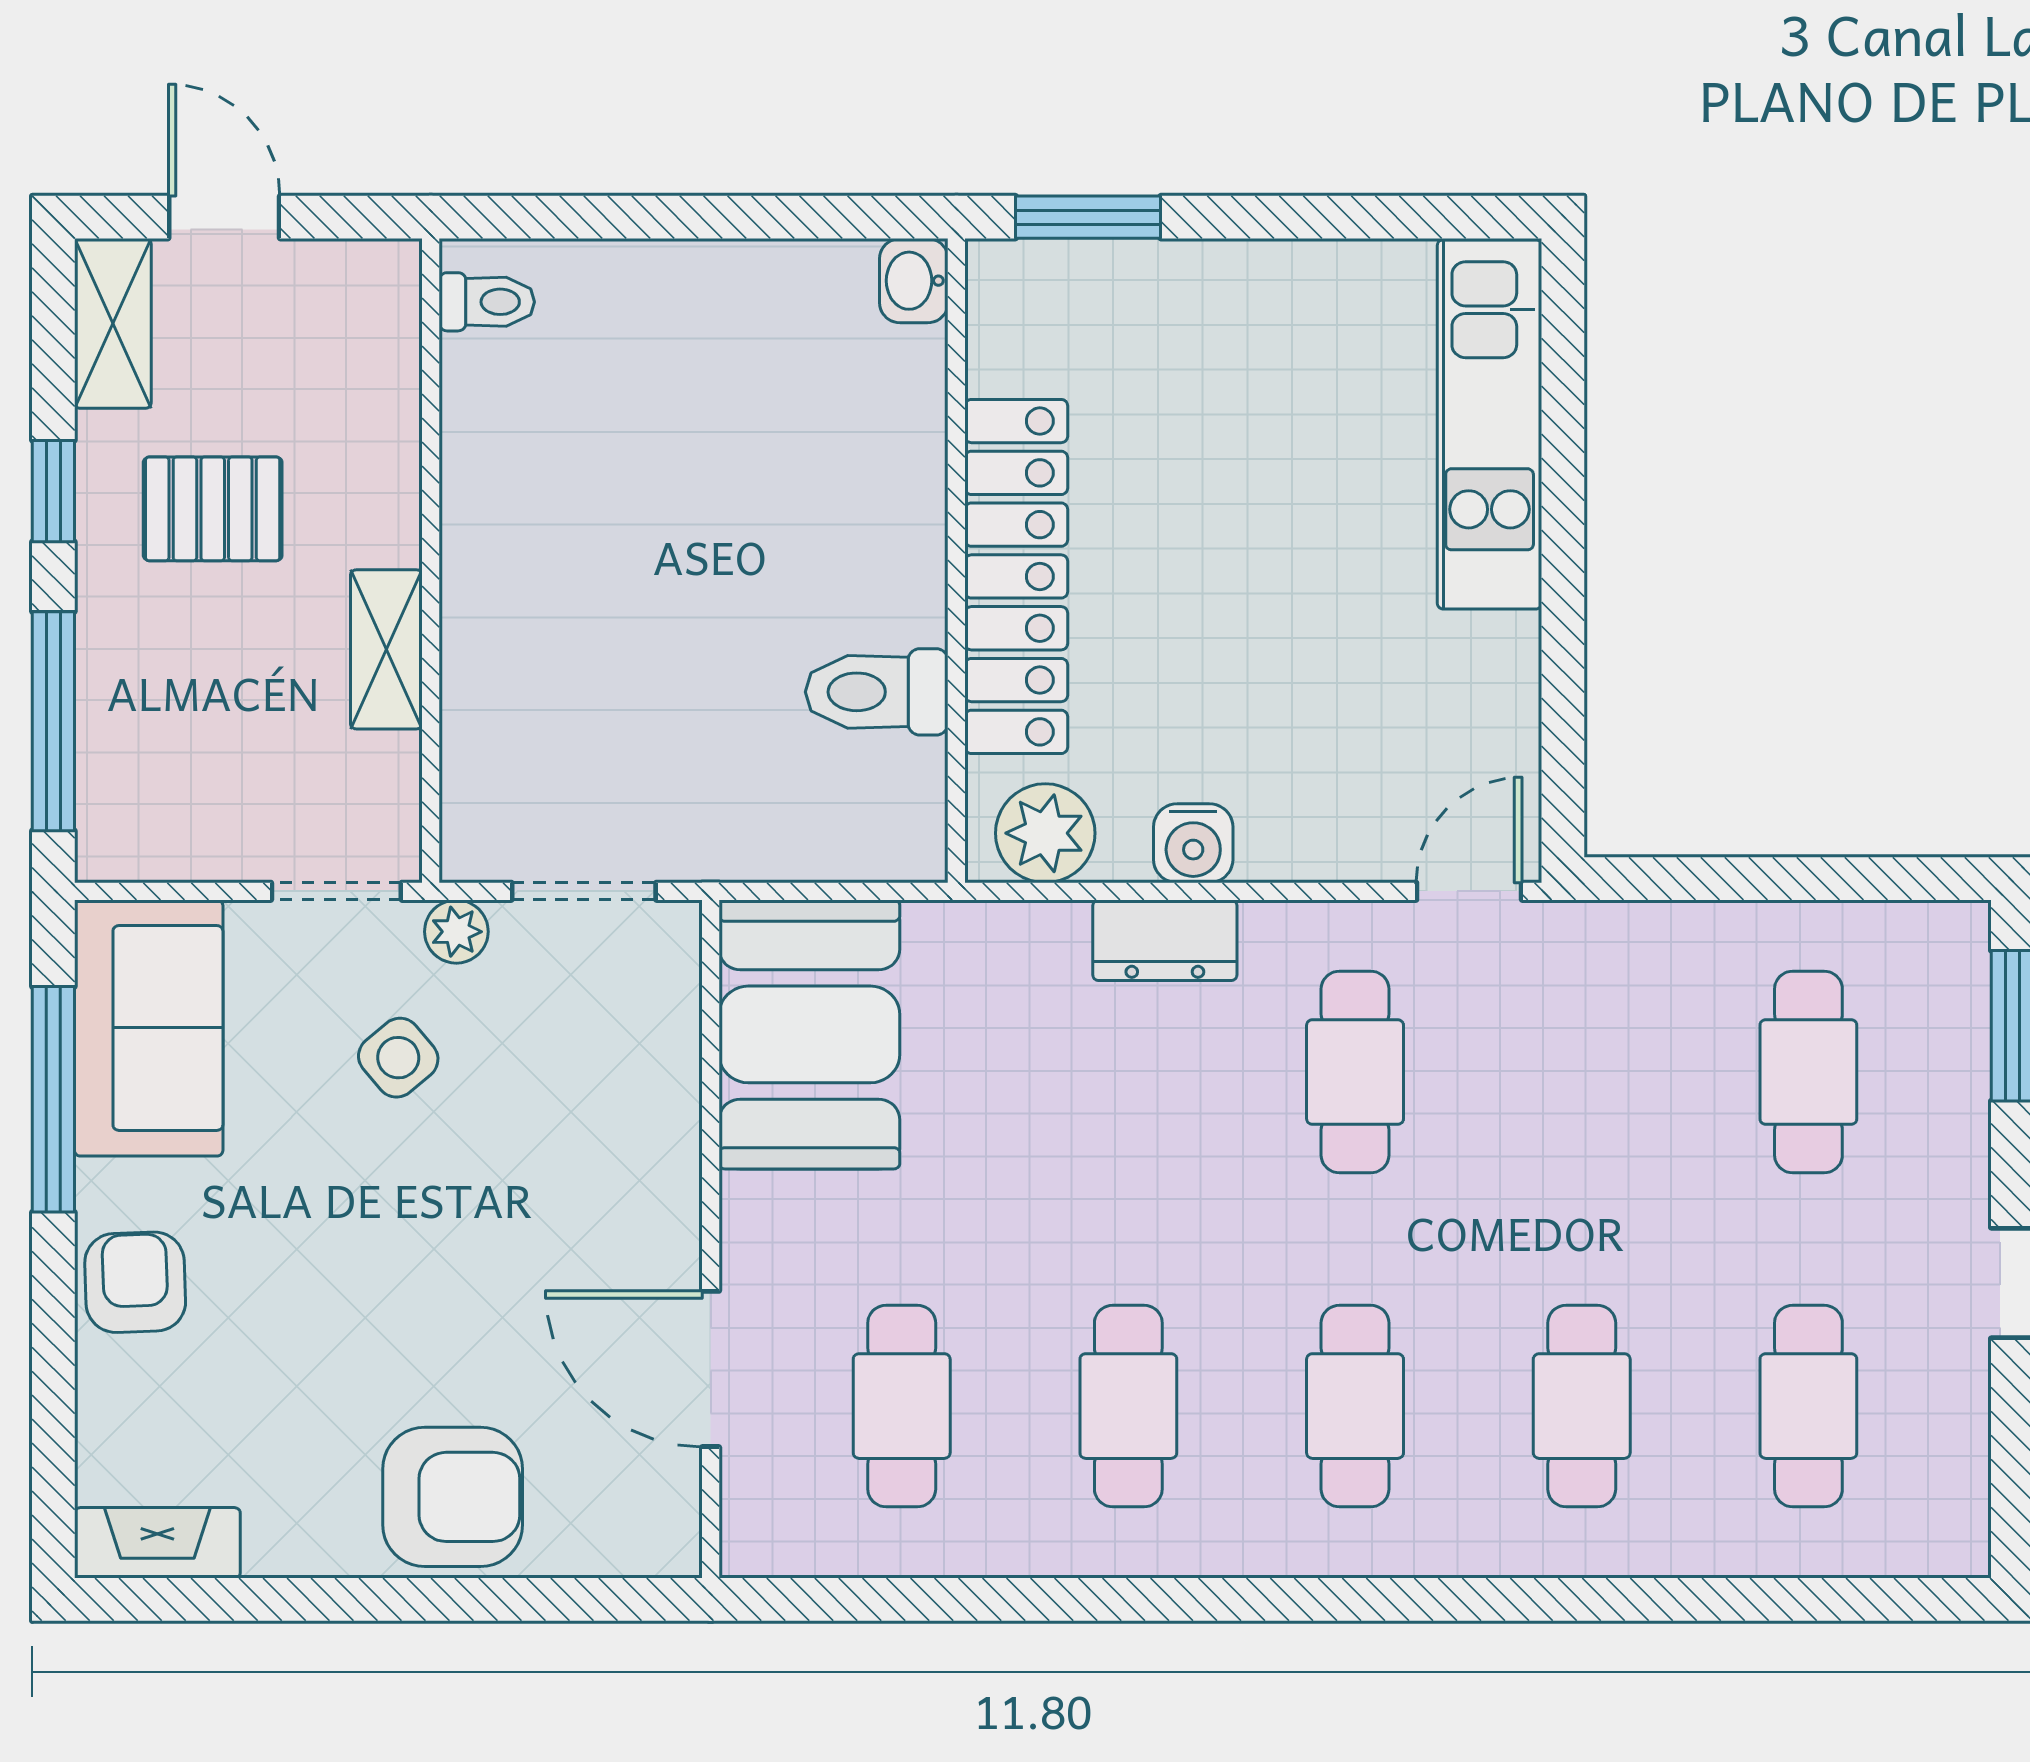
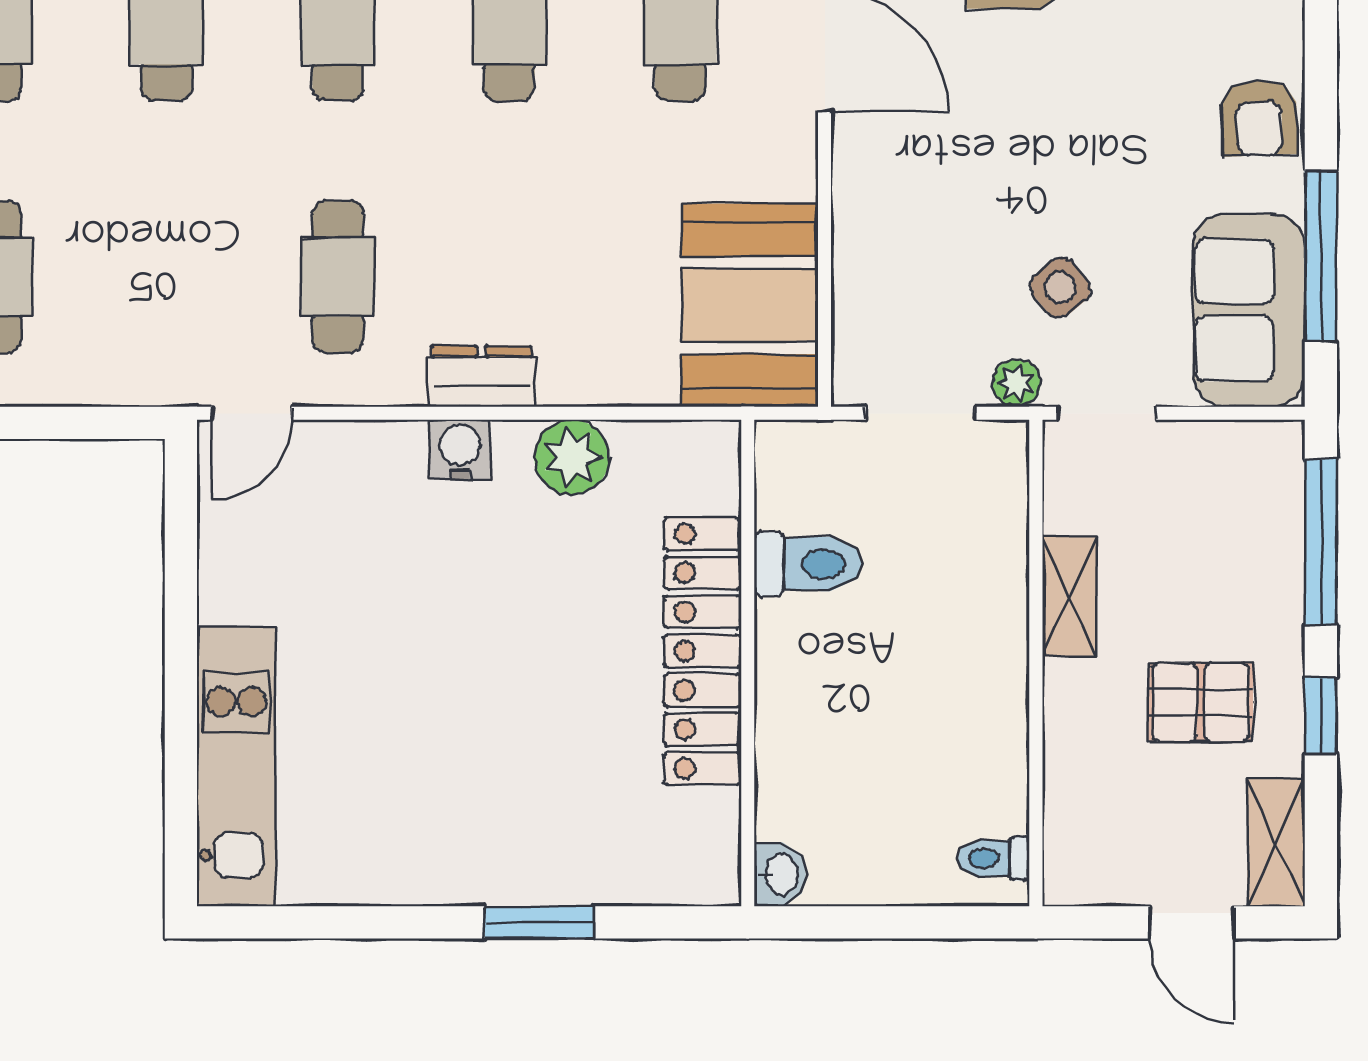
washbasin: (914, 281) -> (780, 874), moved
wall: (956, 561) -> (748, 663), moved
locker: (1016, 576) -> (703, 651), moved
toilet: (877, 692) -> (808, 564), moved

